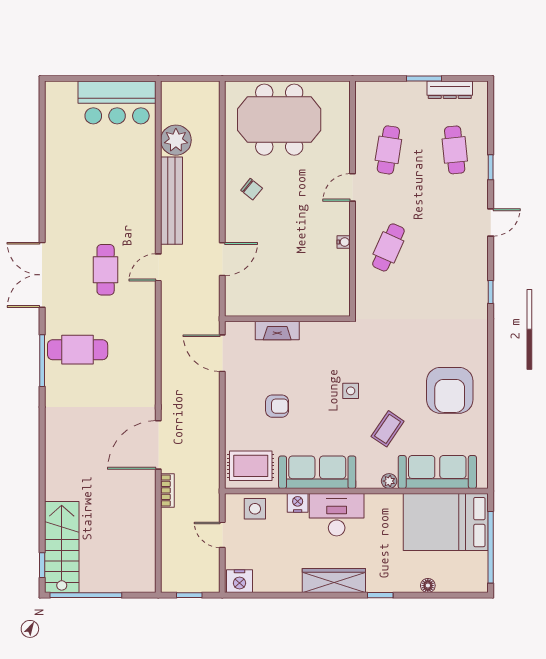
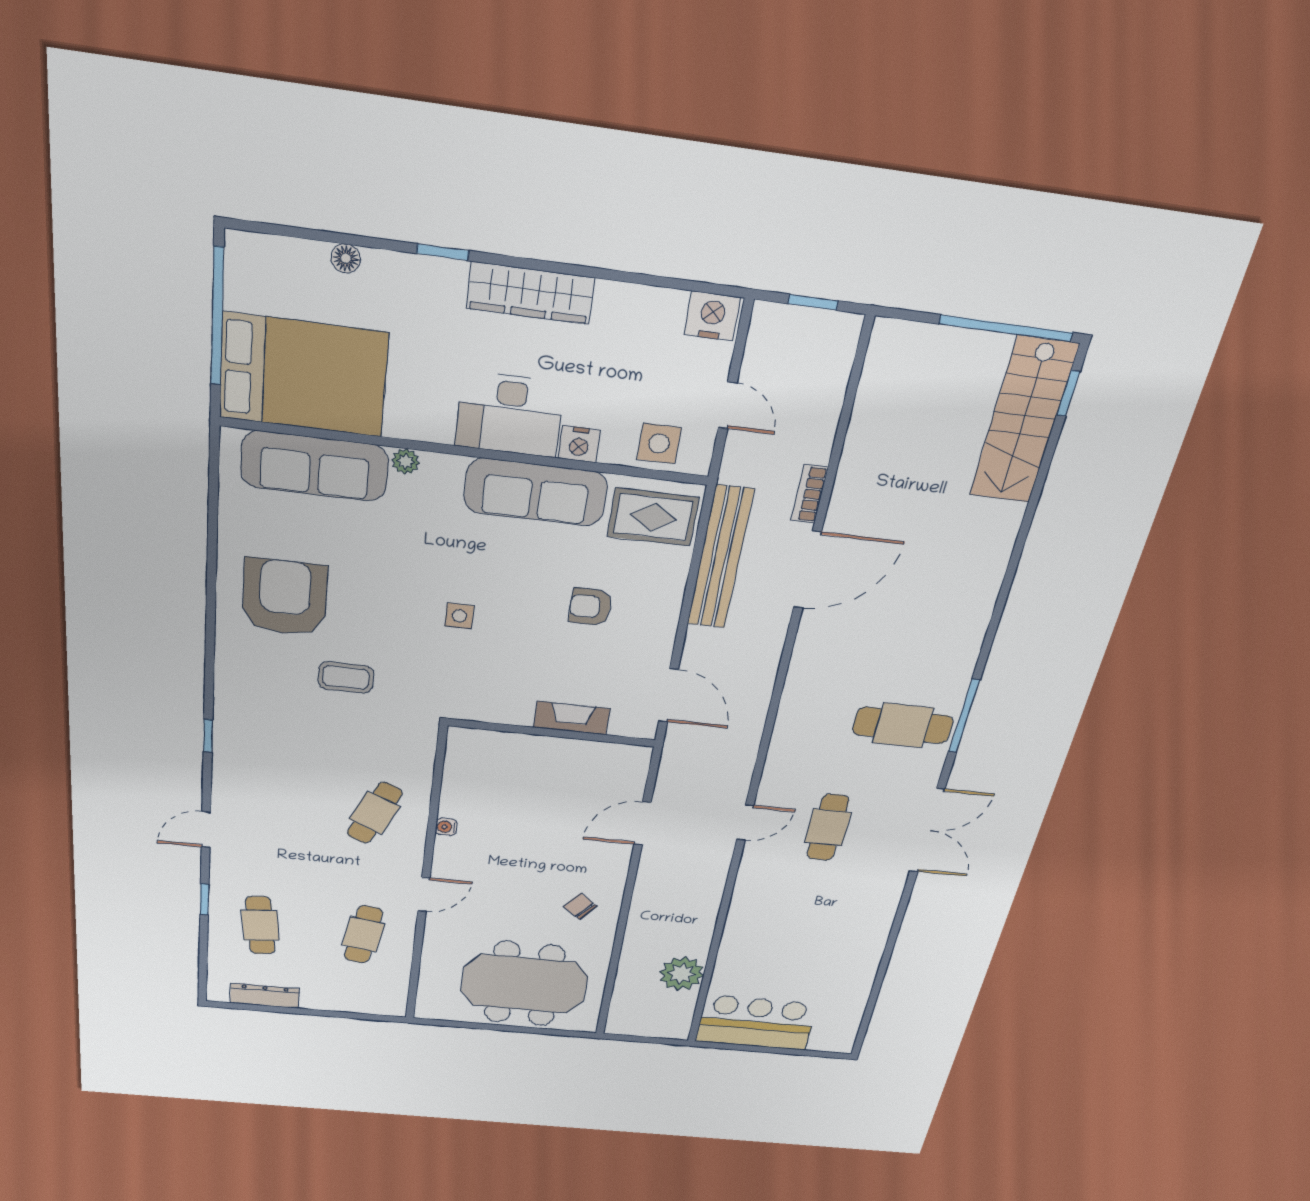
window: (424, 79) -> (303, 1012), removed
bench: (172, 201) -> (720, 558), moved
coffee table: (388, 429) -> (346, 677), moved, turned 56

